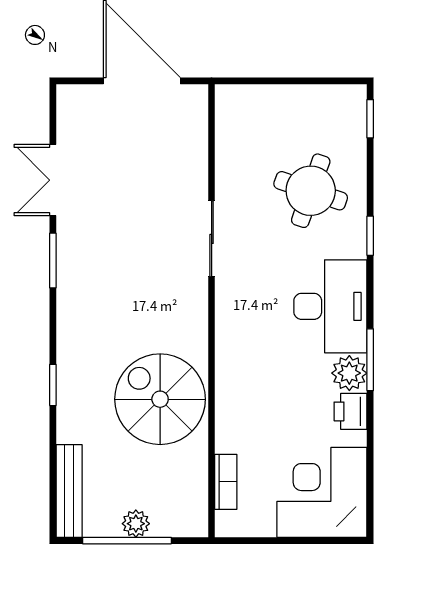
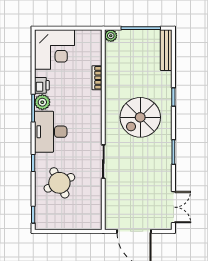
double door: (53, 180) -> (173, 207), moved
round table: (311, 191) -> (59, 183), turned 45
spiral stairs: (160, 399) -> (140, 117), moved, turned 90
bookcase: (226, 482) -> (97, 78), moved
plant: (136, 524) -> (111, 36), moved

